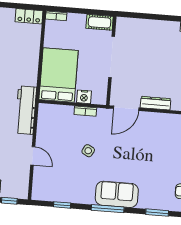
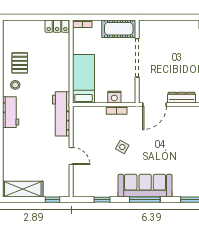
cot: (100, 22) -> (119, 29), width x1.37, depth x1.34
bed: (59, 75) -> (84, 79), width x0.67
sofa: (117, 194) -> (145, 186), width x1.36

